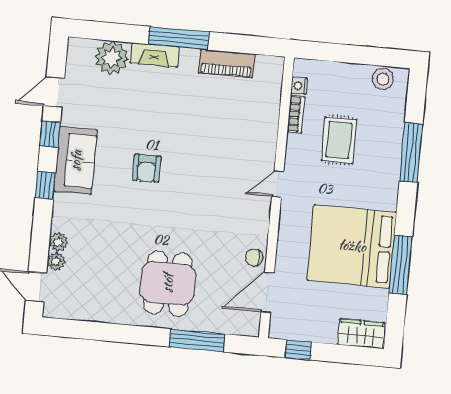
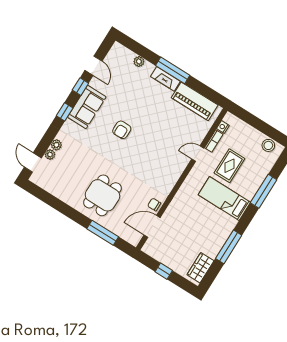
fireplace: (155, 55) -> (165, 79), moved
plant: (111, 58) -> (139, 62), width x0.53, depth x0.53
piano: (227, 64) -> (195, 101), width x1.37, depth x1.33
door: (54, 92) -> (94, 66), swing flipped
door: (278, 184) -> (198, 154), moved
bed: (352, 246) -> (224, 199), moved, width x0.49
wardrobe: (361, 334) -> (200, 268), moved, turned -90
window: (298, 350) -> (164, 271), moved

